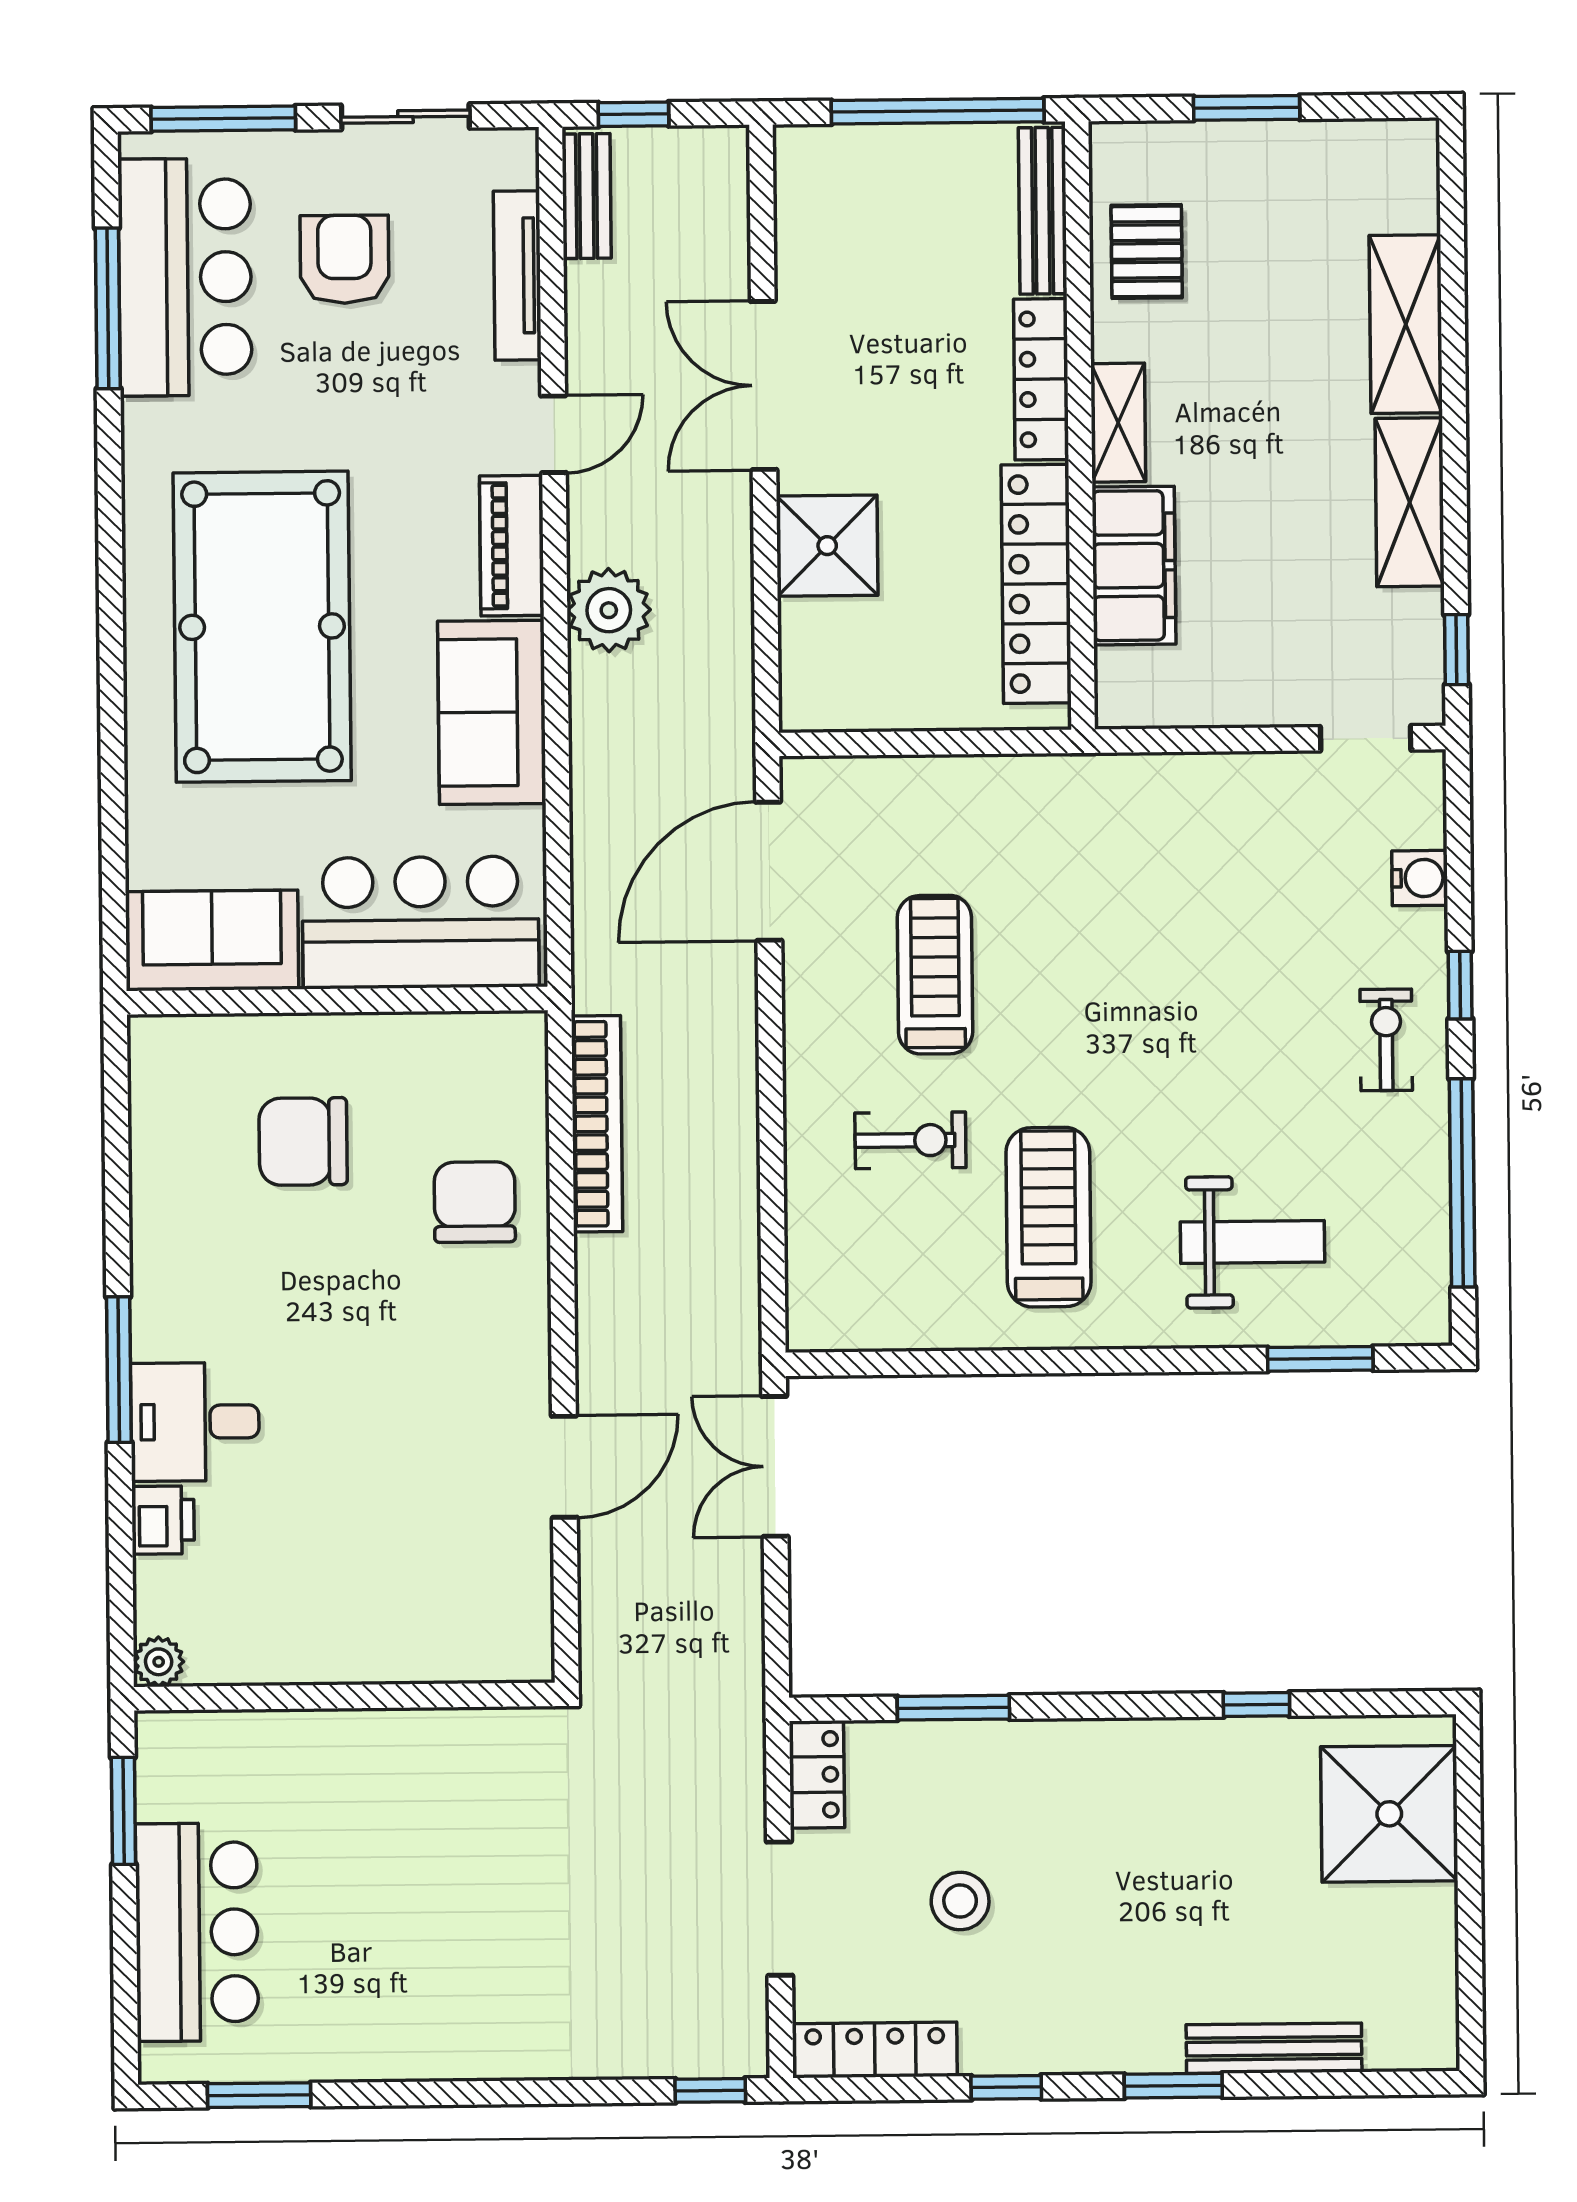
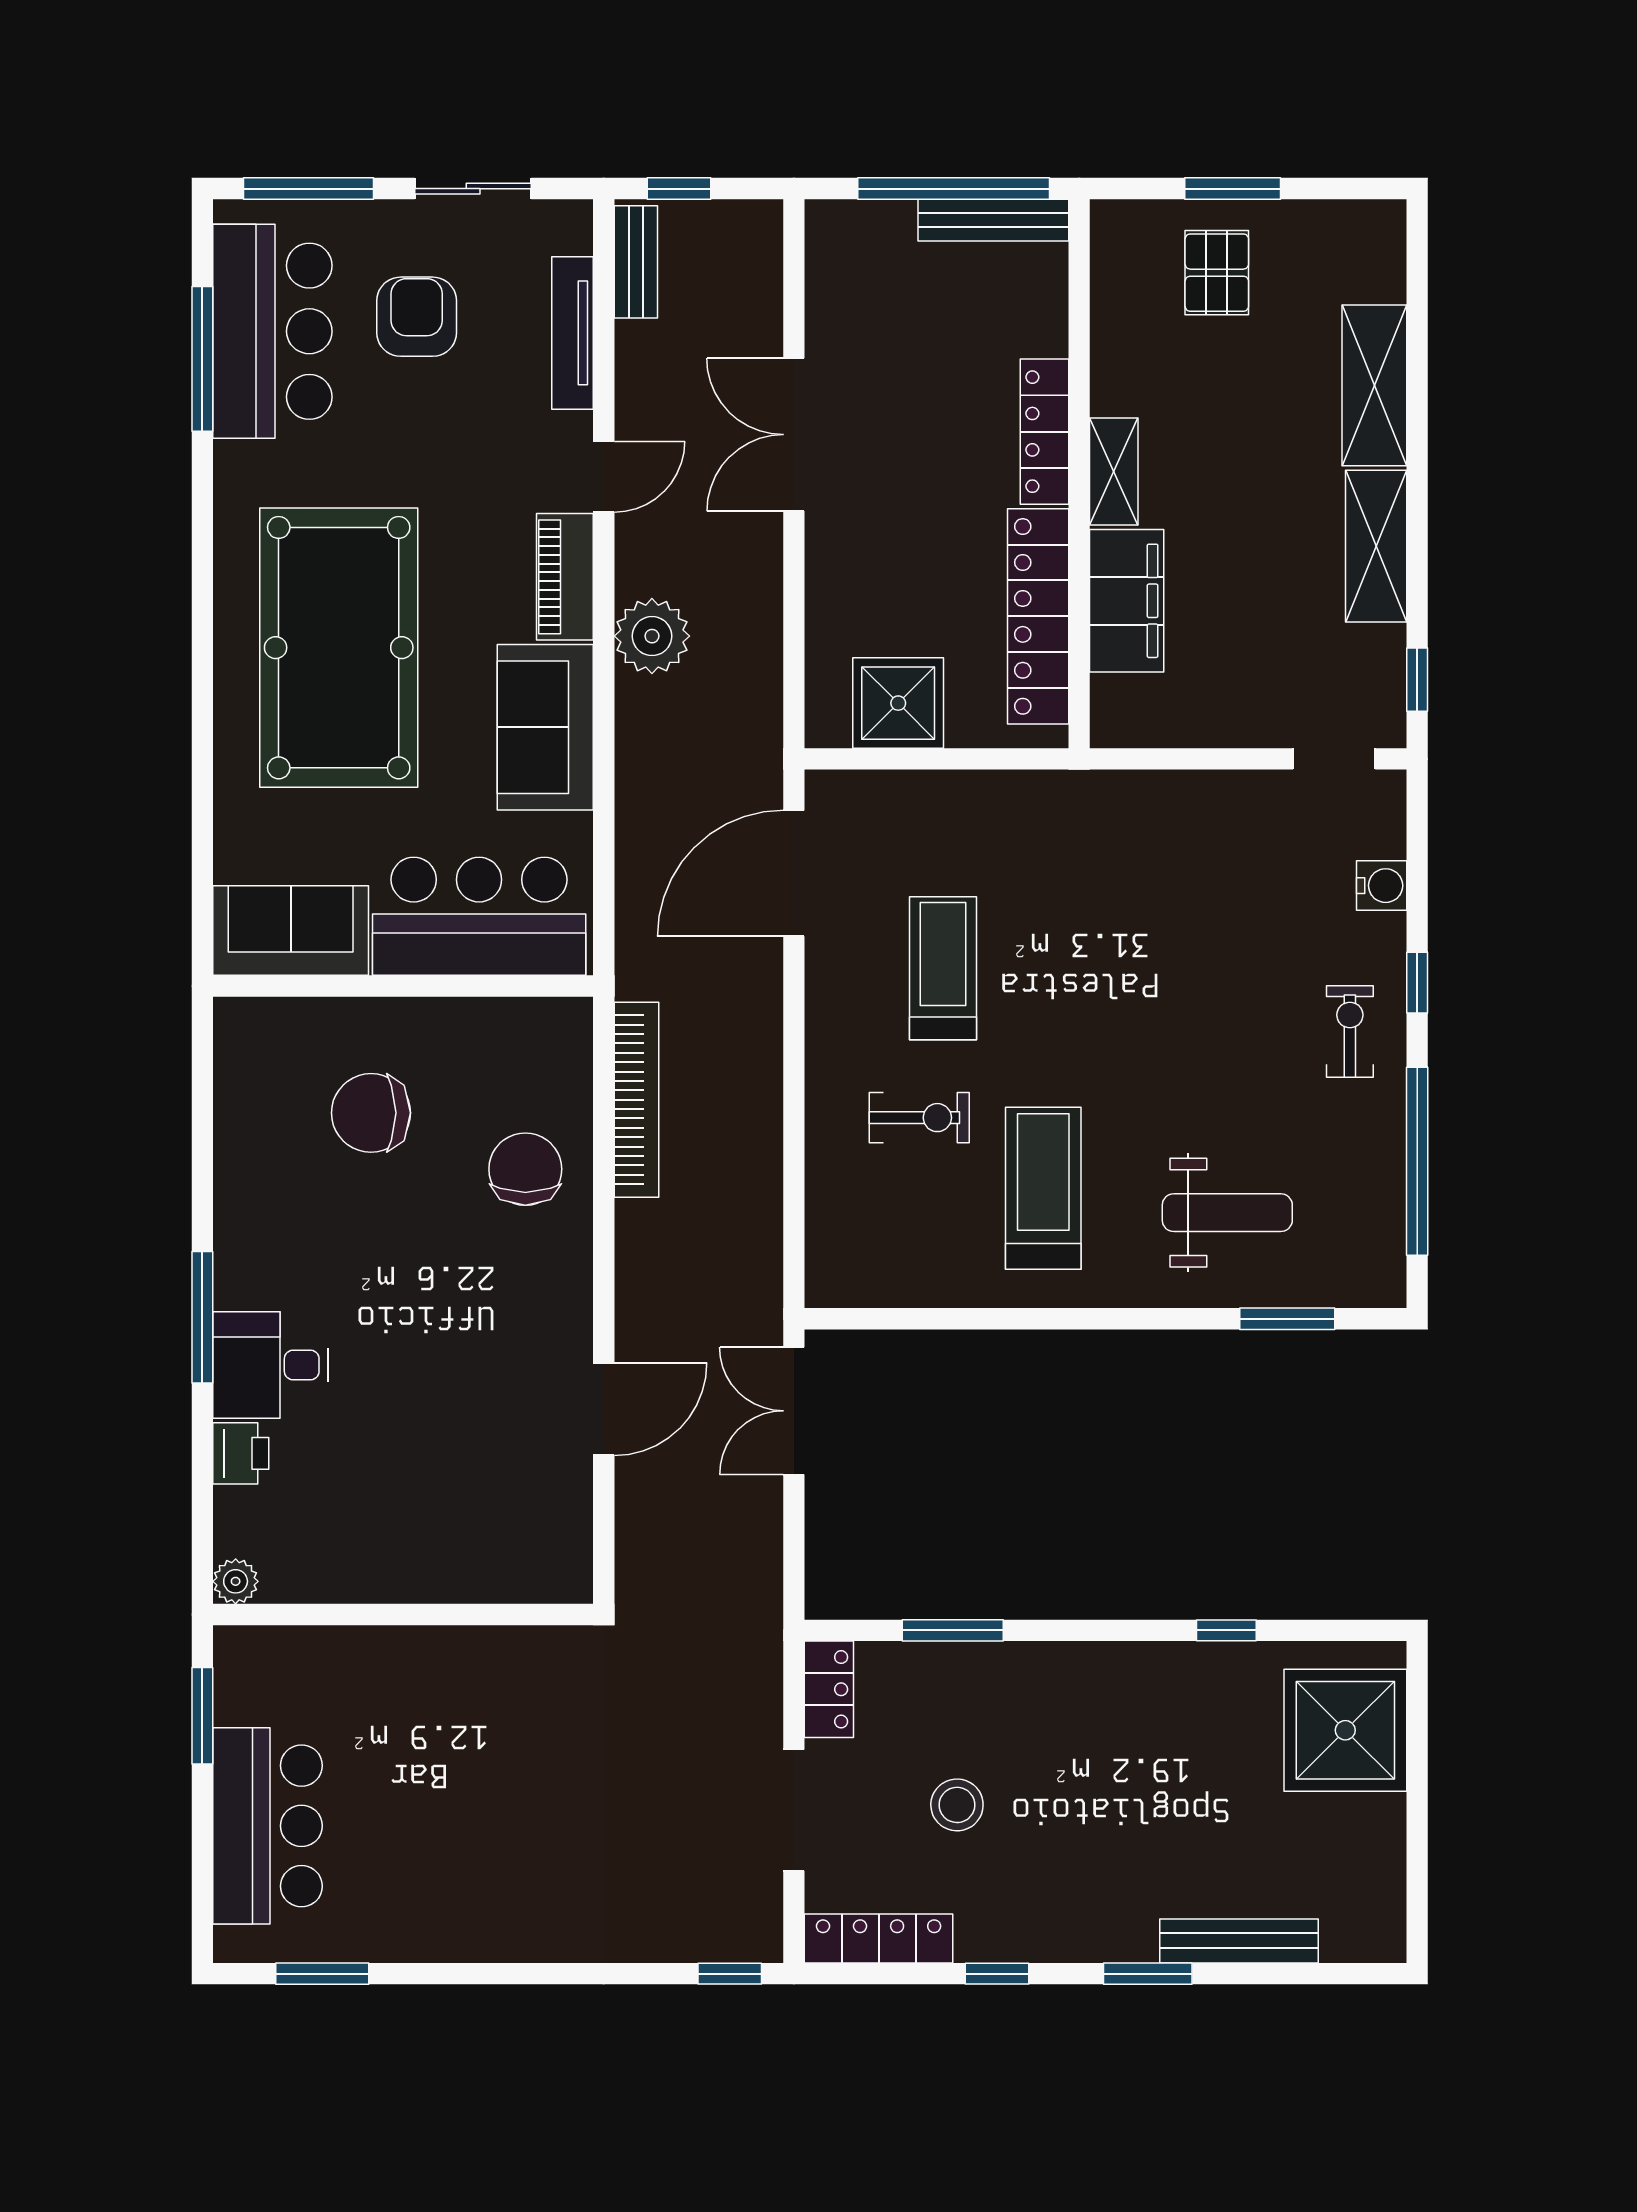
bench: (1043, 211) -> (993, 220), moved, turned 90
pallet: (1147, 251) -> (1217, 273), moved
shower: (827, 546) -> (898, 703), moved

